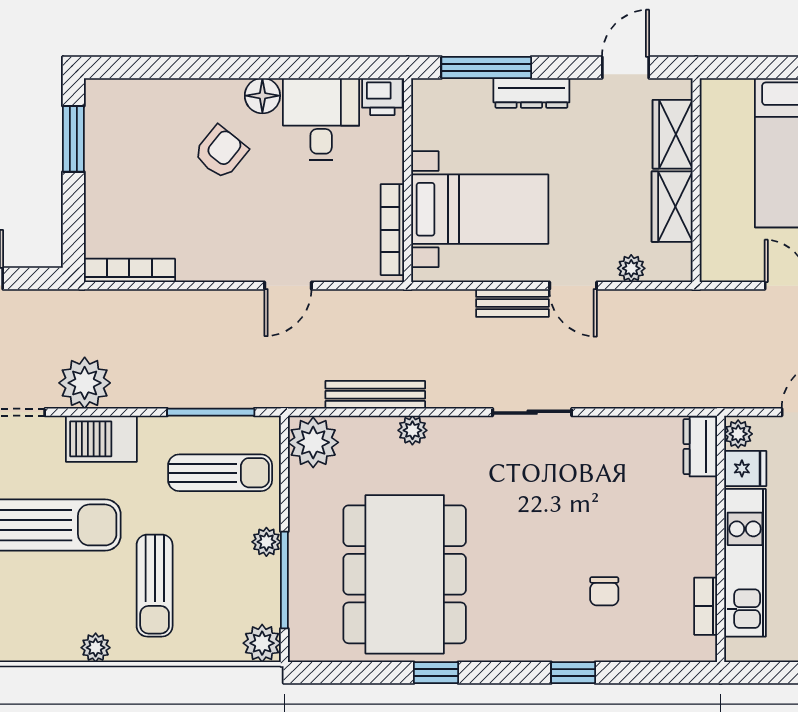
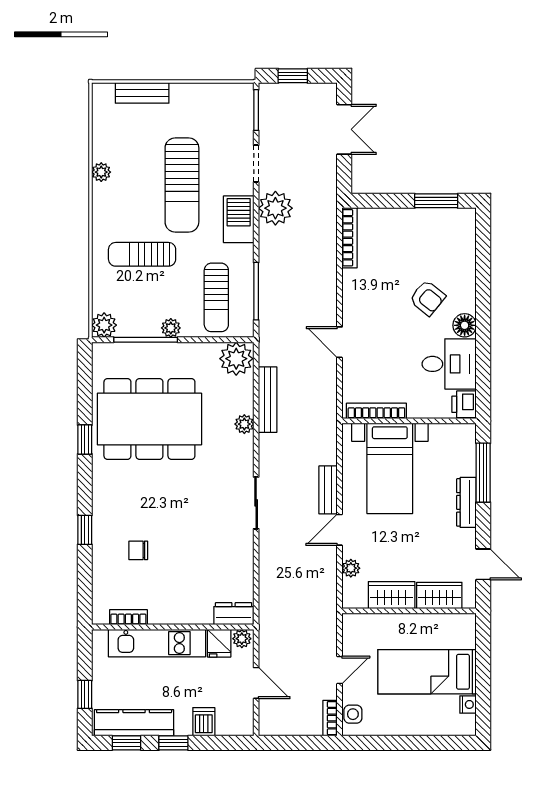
plant: (96, 648) -> (101, 172), moved

